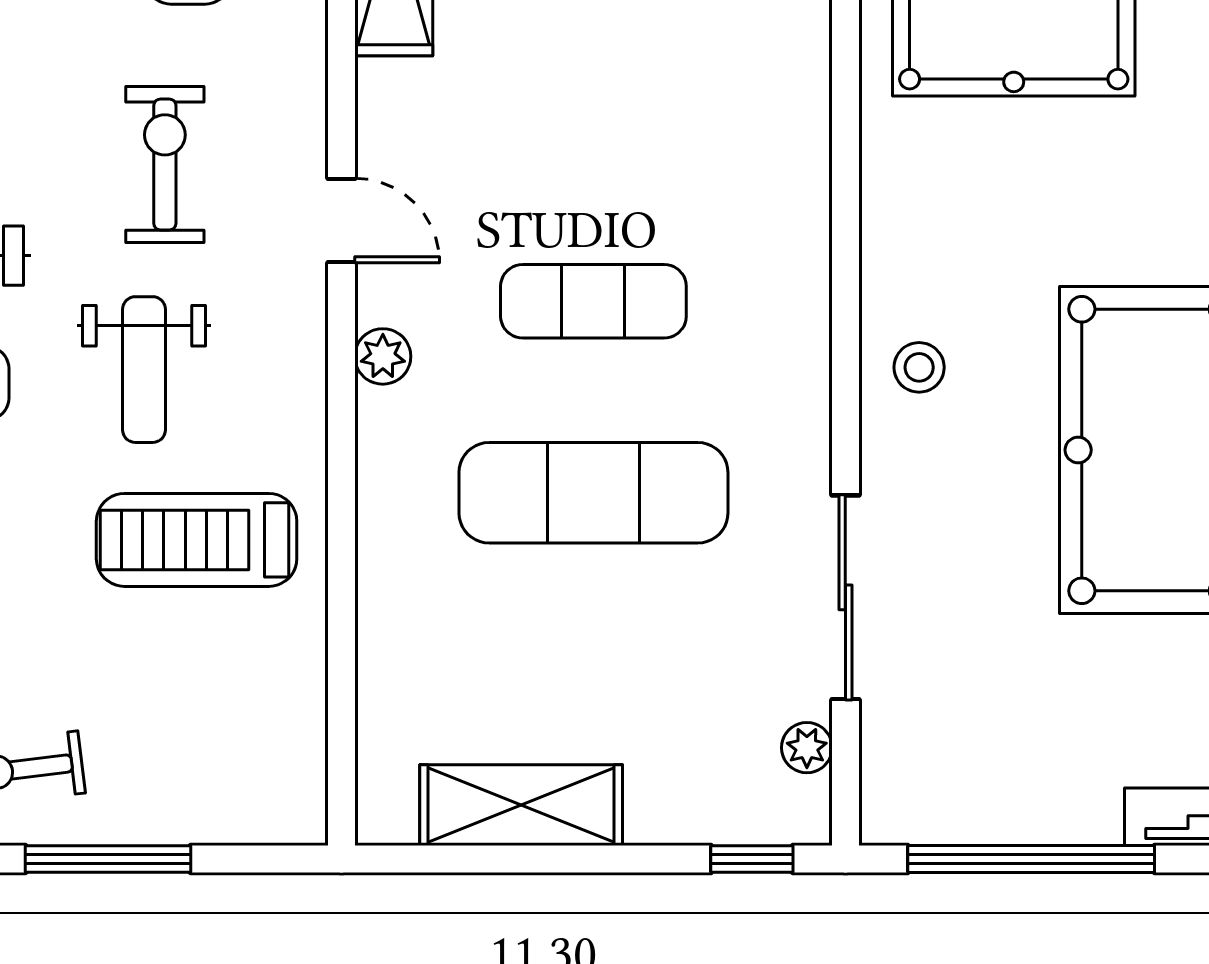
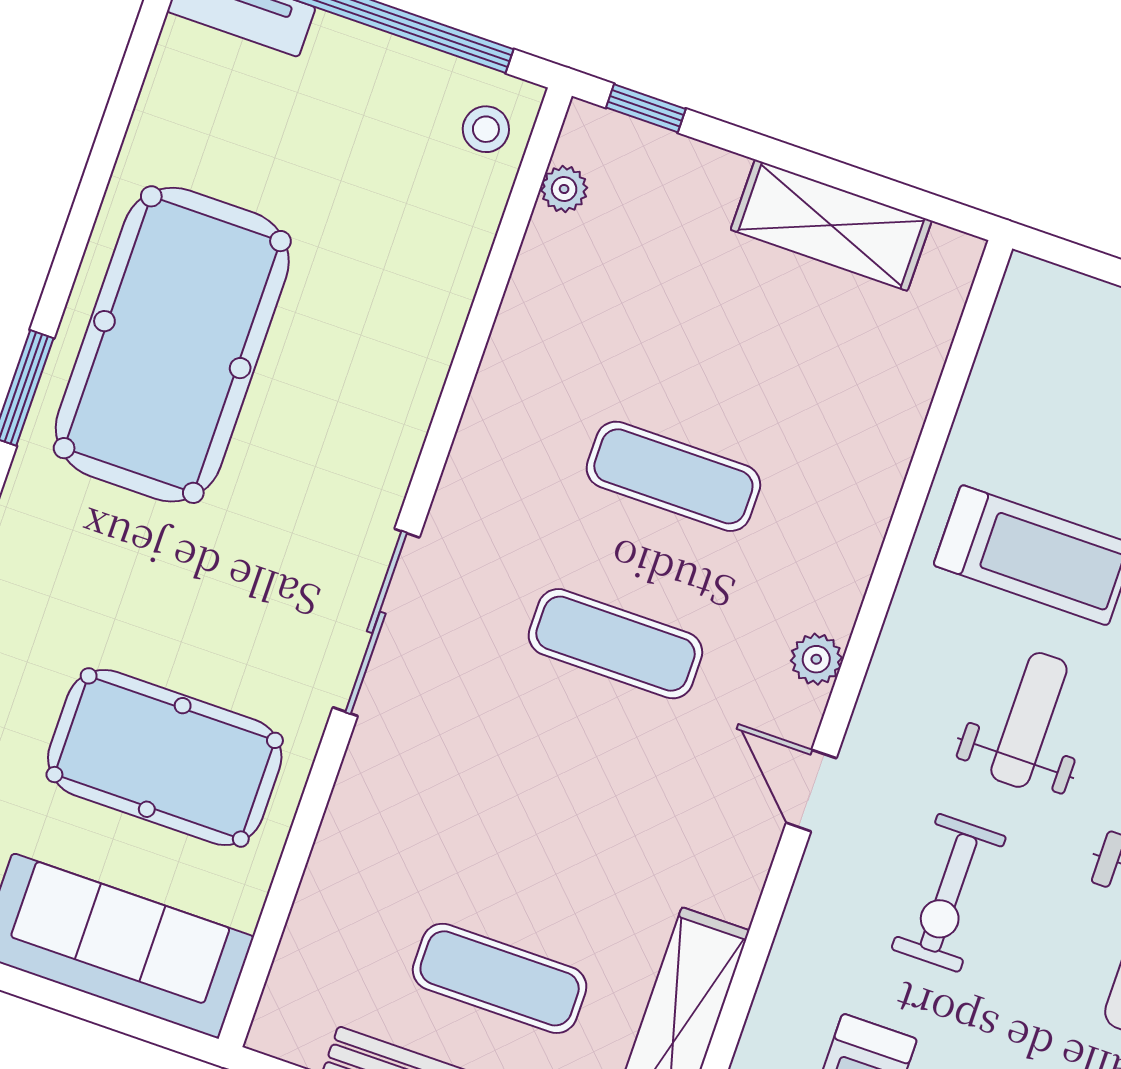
stool: (919, 367) -> (486, 129), moved
exercise mat: (593, 493) -> (673, 476), width x0.73, depth x0.69
sliding door: (845, 597) -> (376, 622), moved

